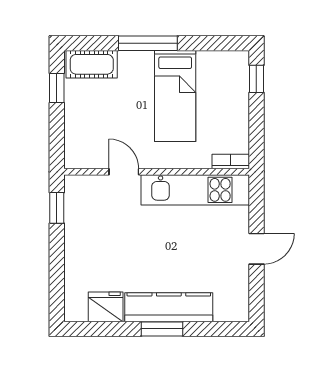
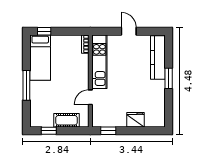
cot: (92, 64) -> (67, 120), moved, turned 90
bed: (175, 96) -> (40, 58), moved, turned 90
fridge: (106, 307) -> (135, 120), moved, turned 90
kitchen counter: (169, 307) -> (158, 57), moved

